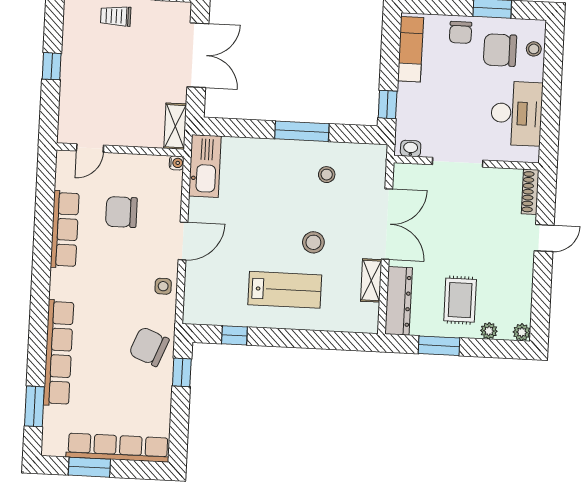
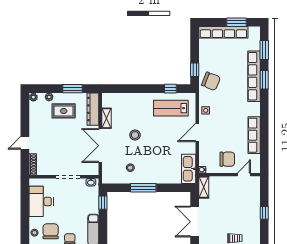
chair: (500, 50) -> (51, 231), turned -90
chair: (121, 212) -> (227, 159), moved
lab bench: (285, 290) -> (171, 108), moved
rug: (460, 300) -> (64, 111), turned 90
window: (38, 344) -> (264, 80), added

